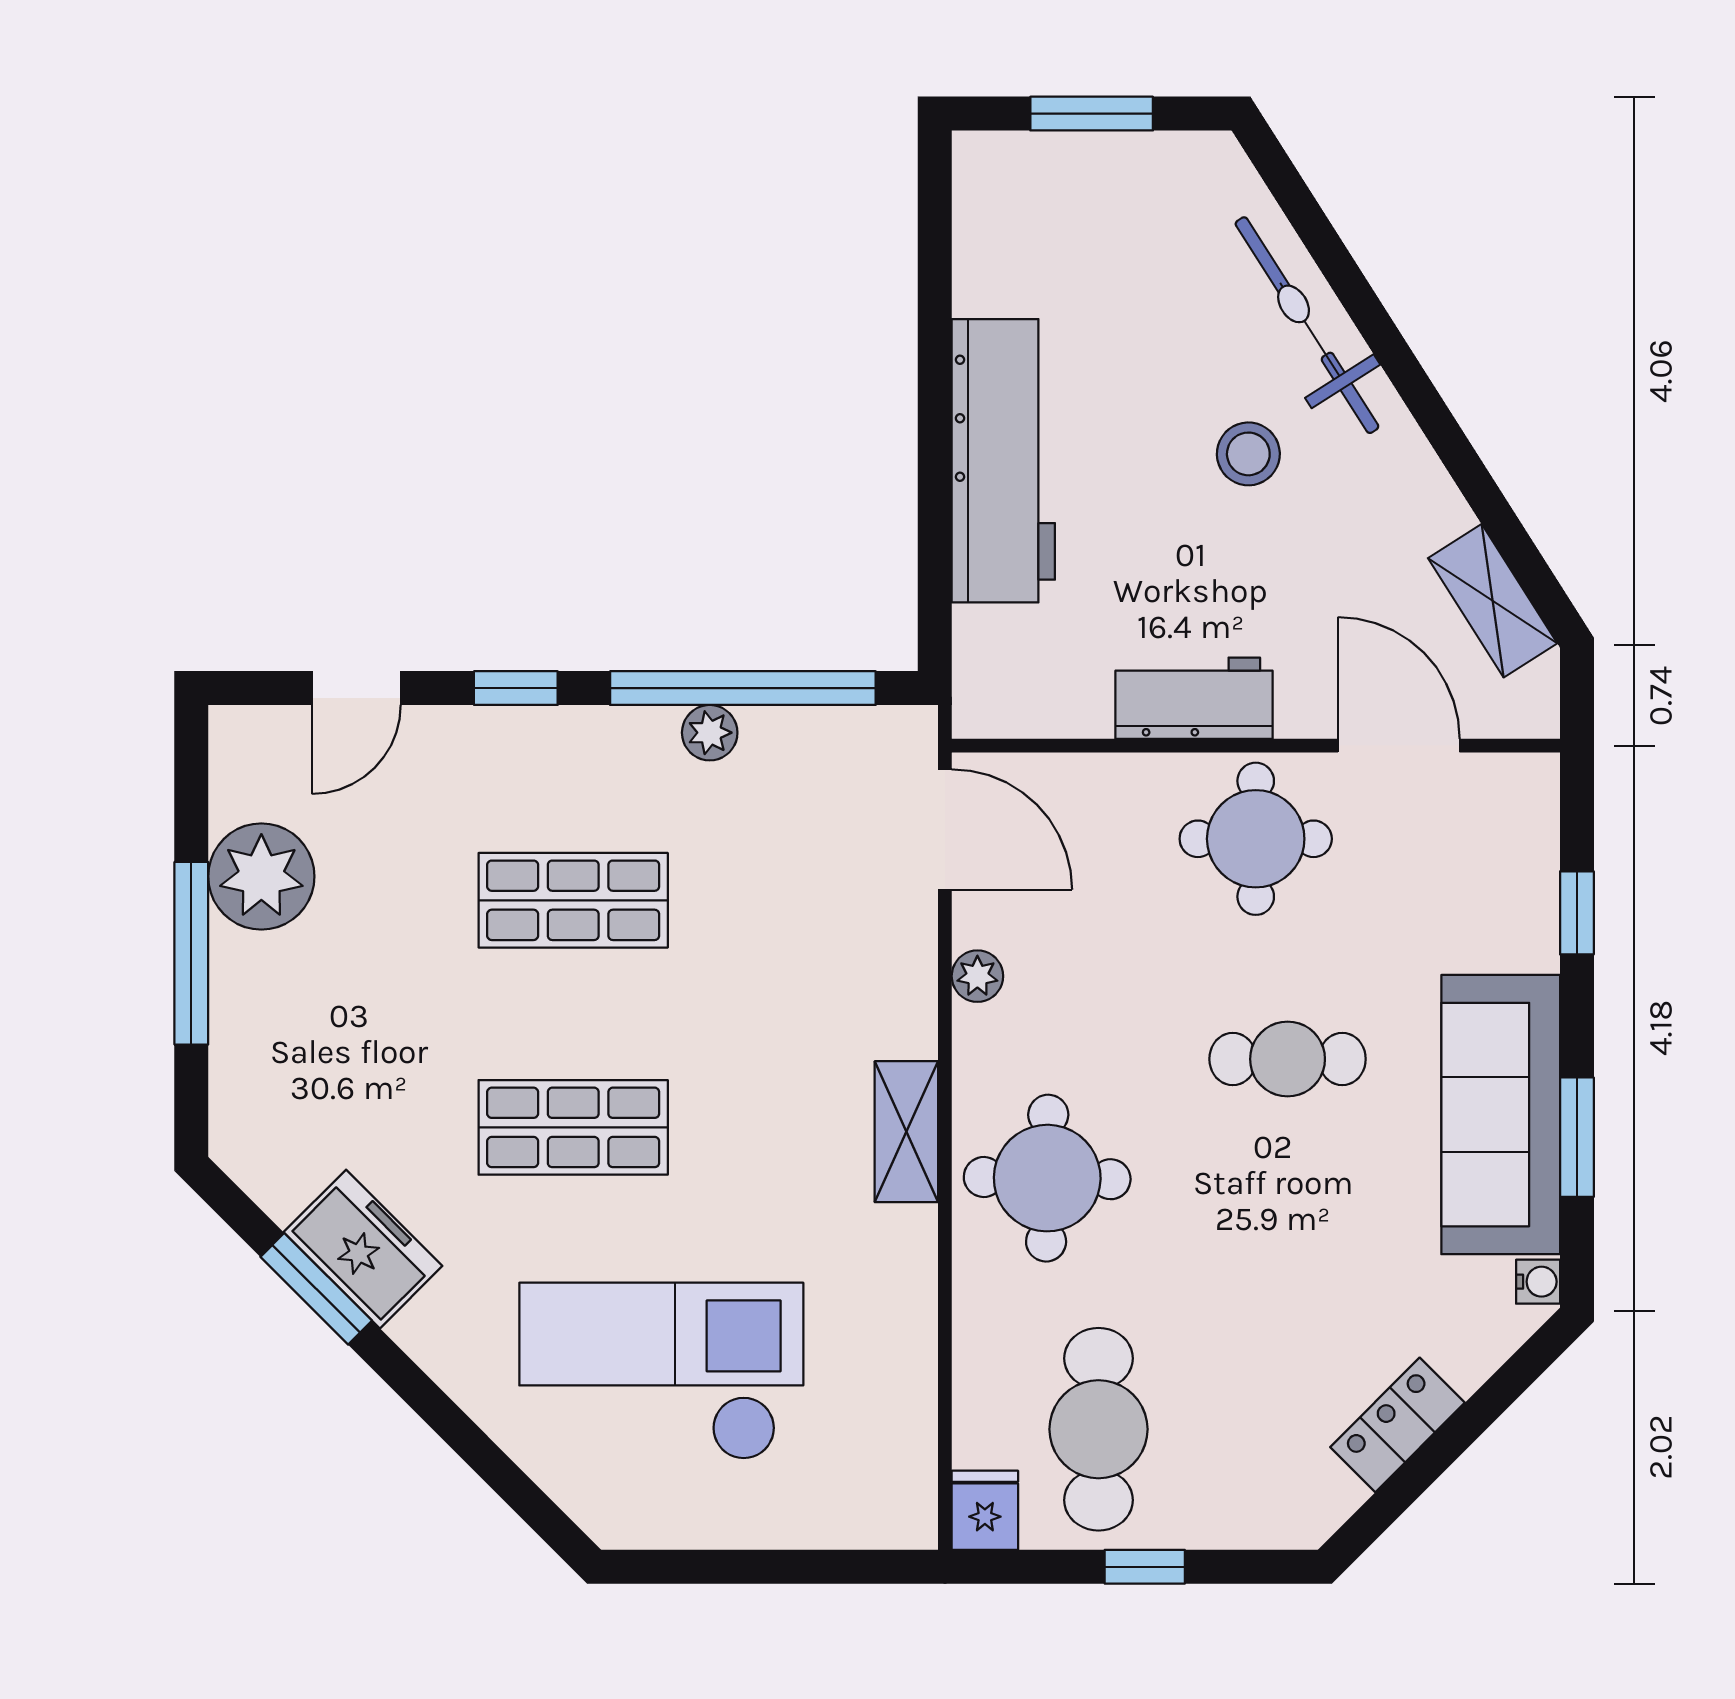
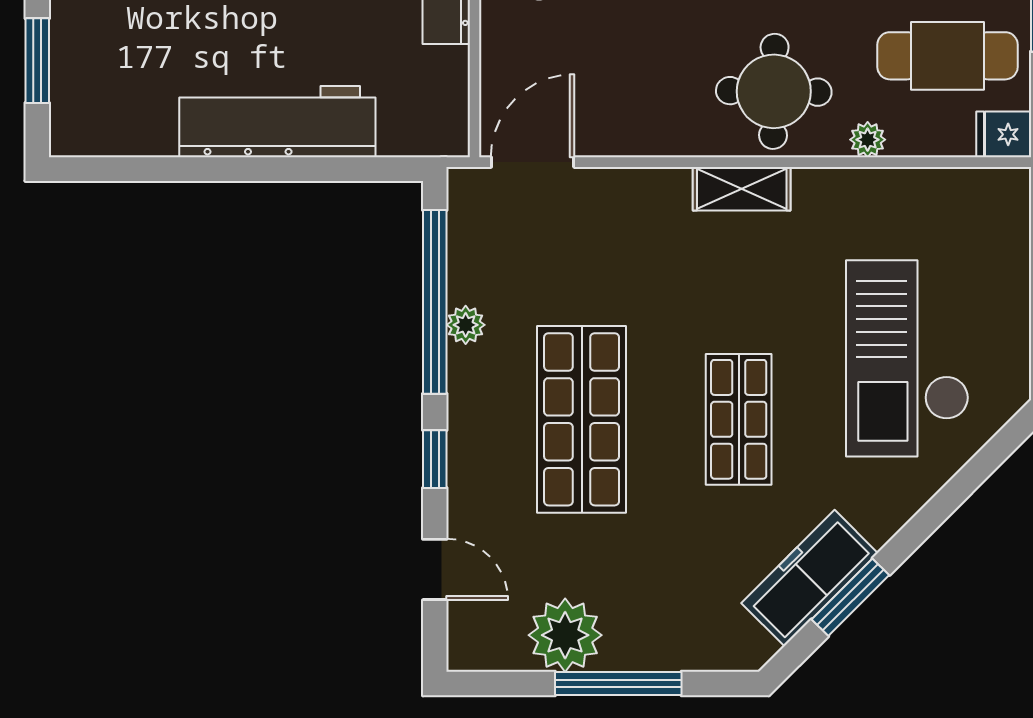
shop shelf: (573, 900) -> (582, 419), width x1.43, depth x1.36
plant: (977, 976) -> (868, 140), moved
freezer: (363, 1249) -> (810, 578), width x1.40

